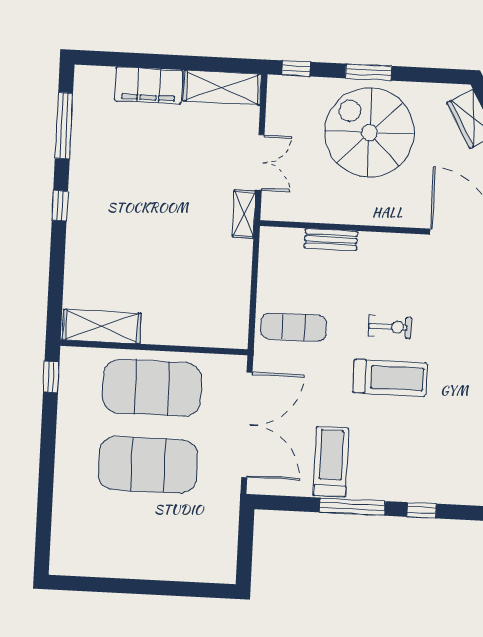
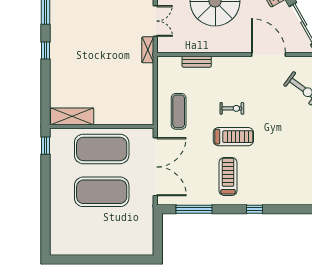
exercise mat: (294, 327) -> (179, 111), turned 90
treadmill: (331, 462) -> (228, 176), moved
window: (352, 507) -> (194, 209), moved

